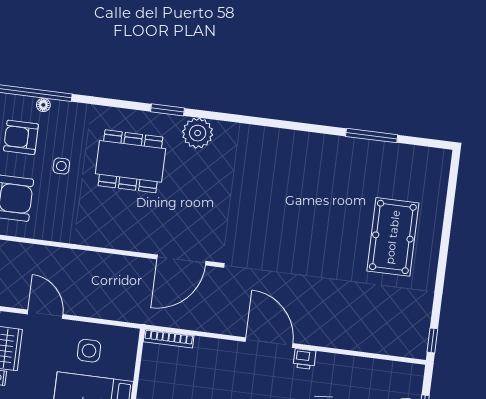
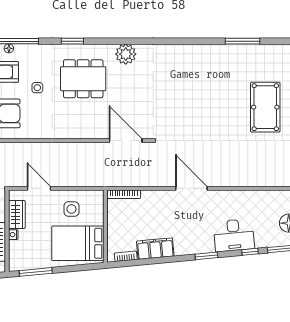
floor lamp: (43, 105) -> (9, 48), moved
window: (168, 110) -> (72, 41), moved
door: (181, 260) -> (126, 141), swing flipped
printer: (304, 359) -> (216, 196), removed

